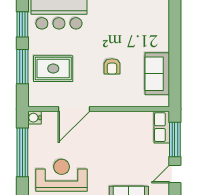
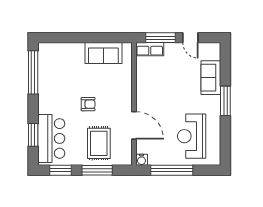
armchair: (112, 66) -> (88, 104), moved

